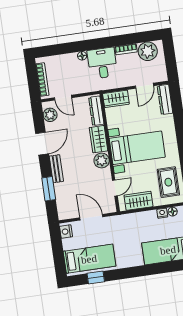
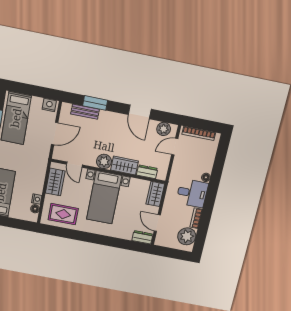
dresser: (165, 99) -> (142, 237), width x0.70
dresser: (96, 111) -> (147, 172), width x0.70
bench: (56, 169) -> (85, 112), moved

